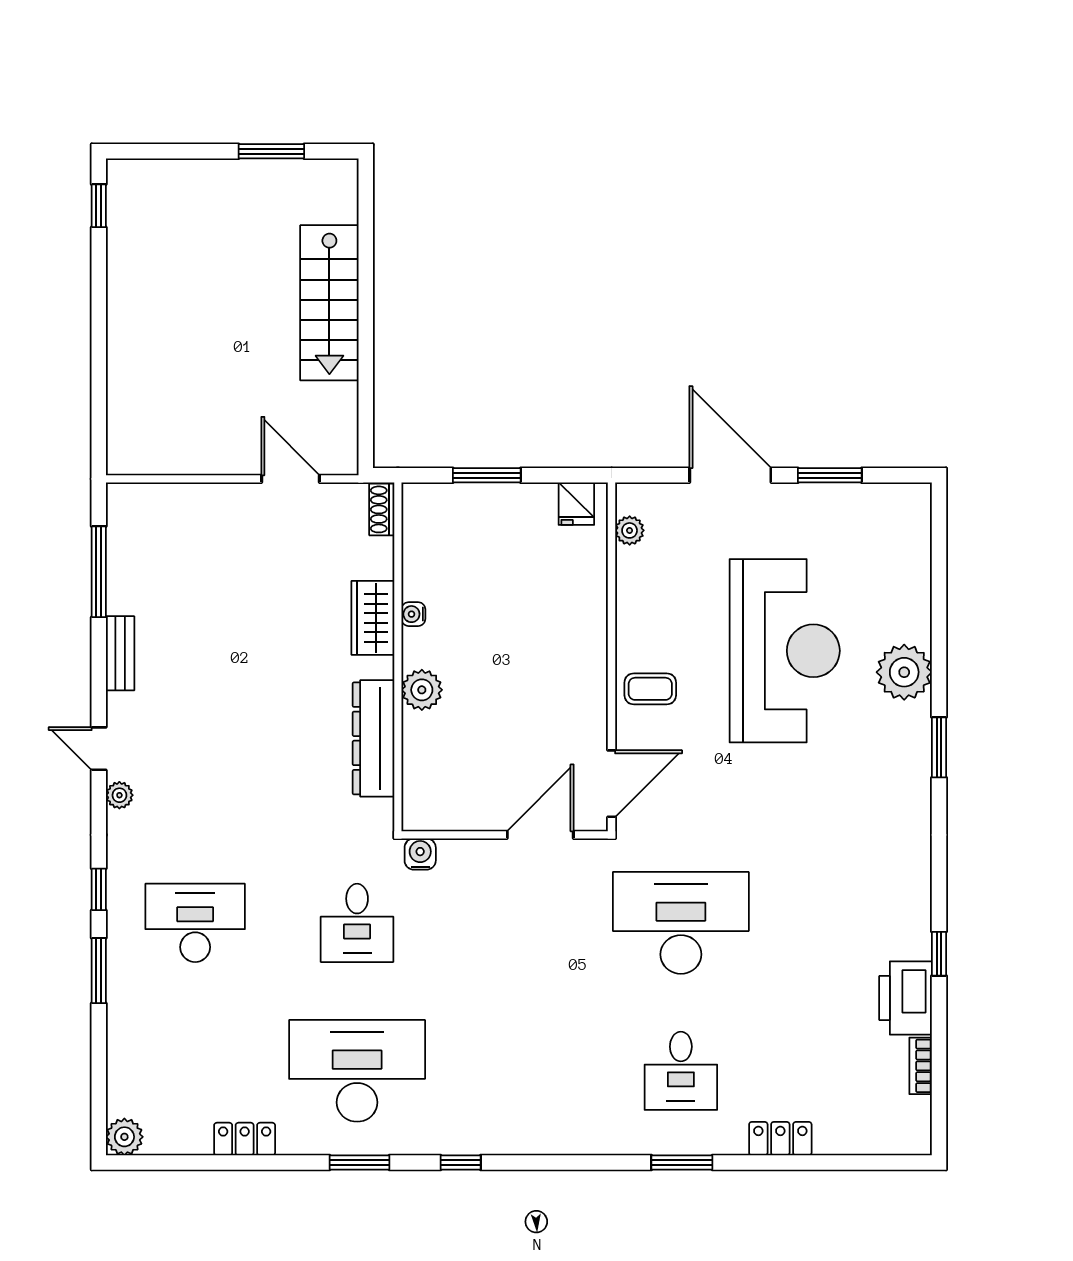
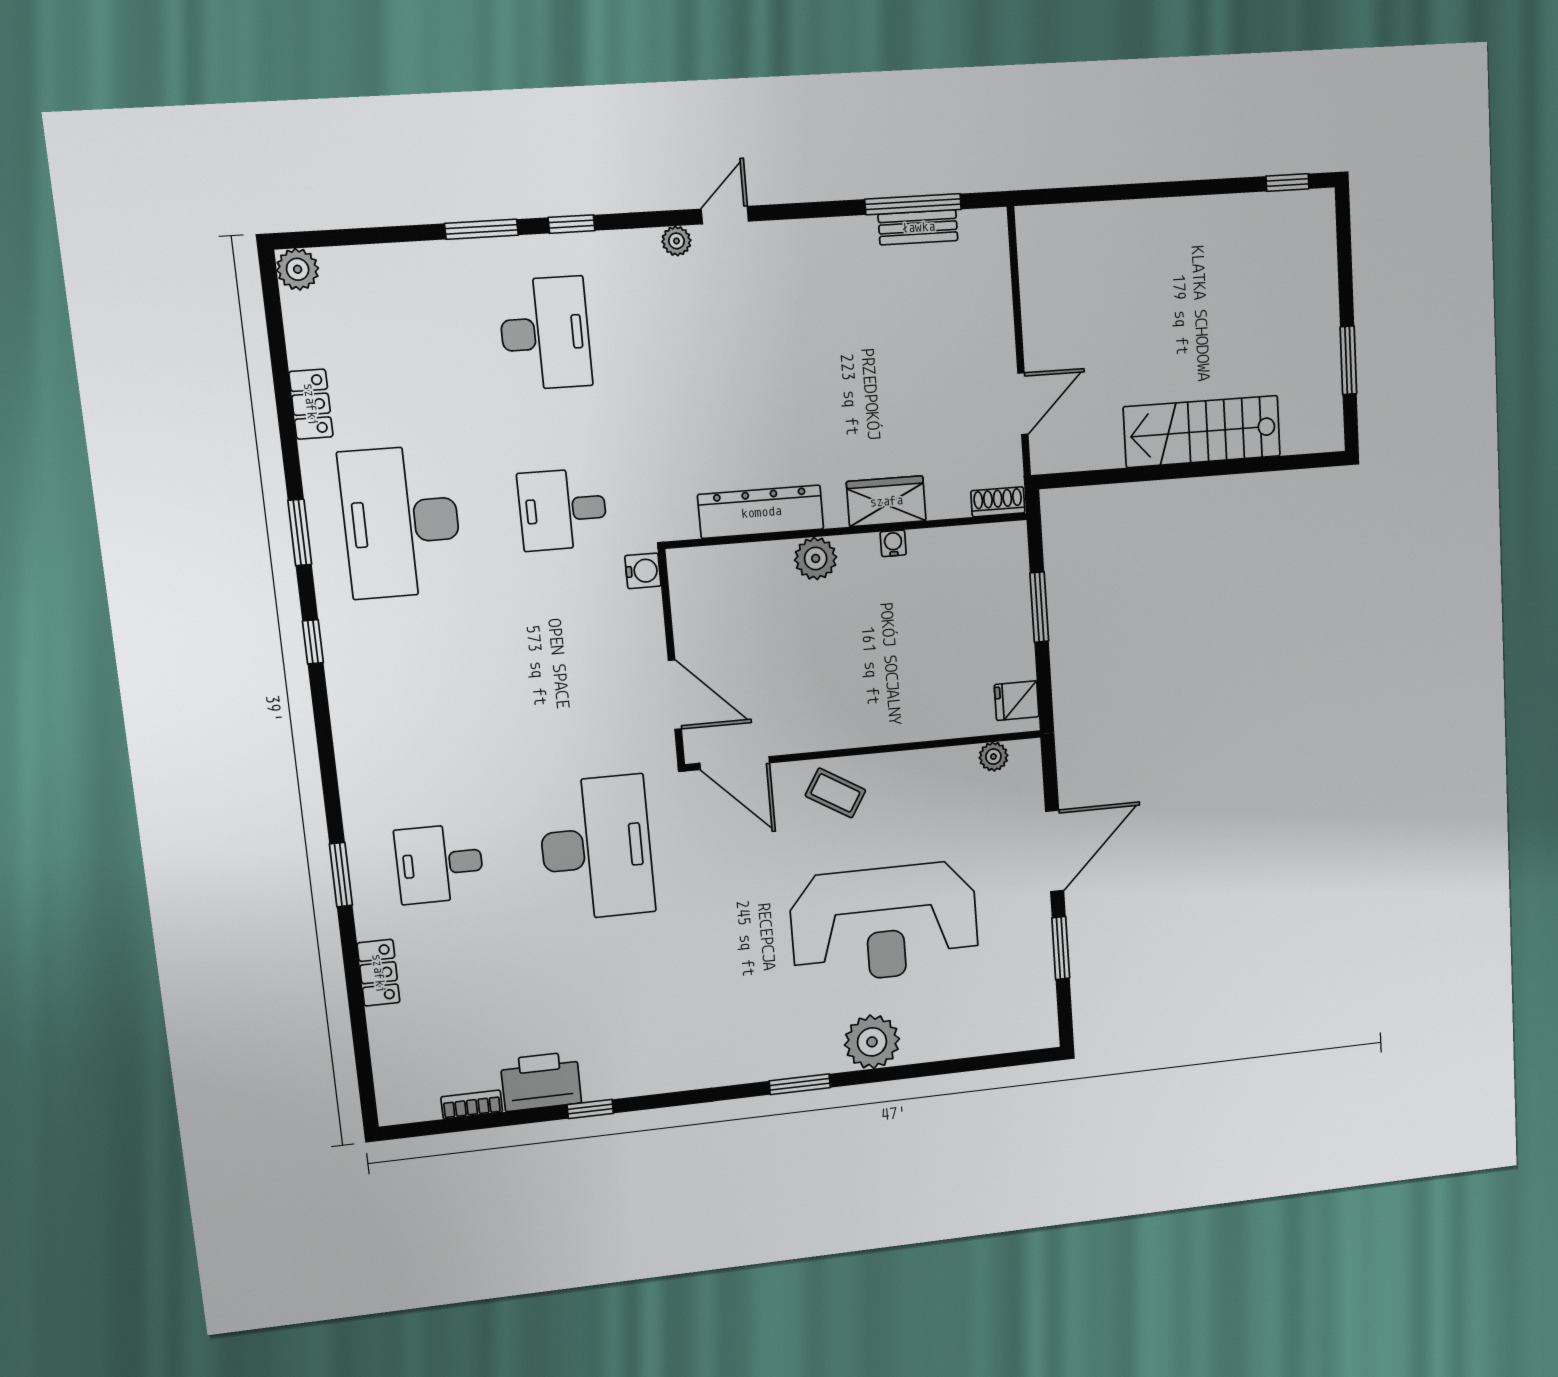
bench: (120, 653) -> (918, 227), moved
coffee table: (650, 689) -> (835, 793), turned -59
desk: (357, 1071) -> (401, 522), turned 180

